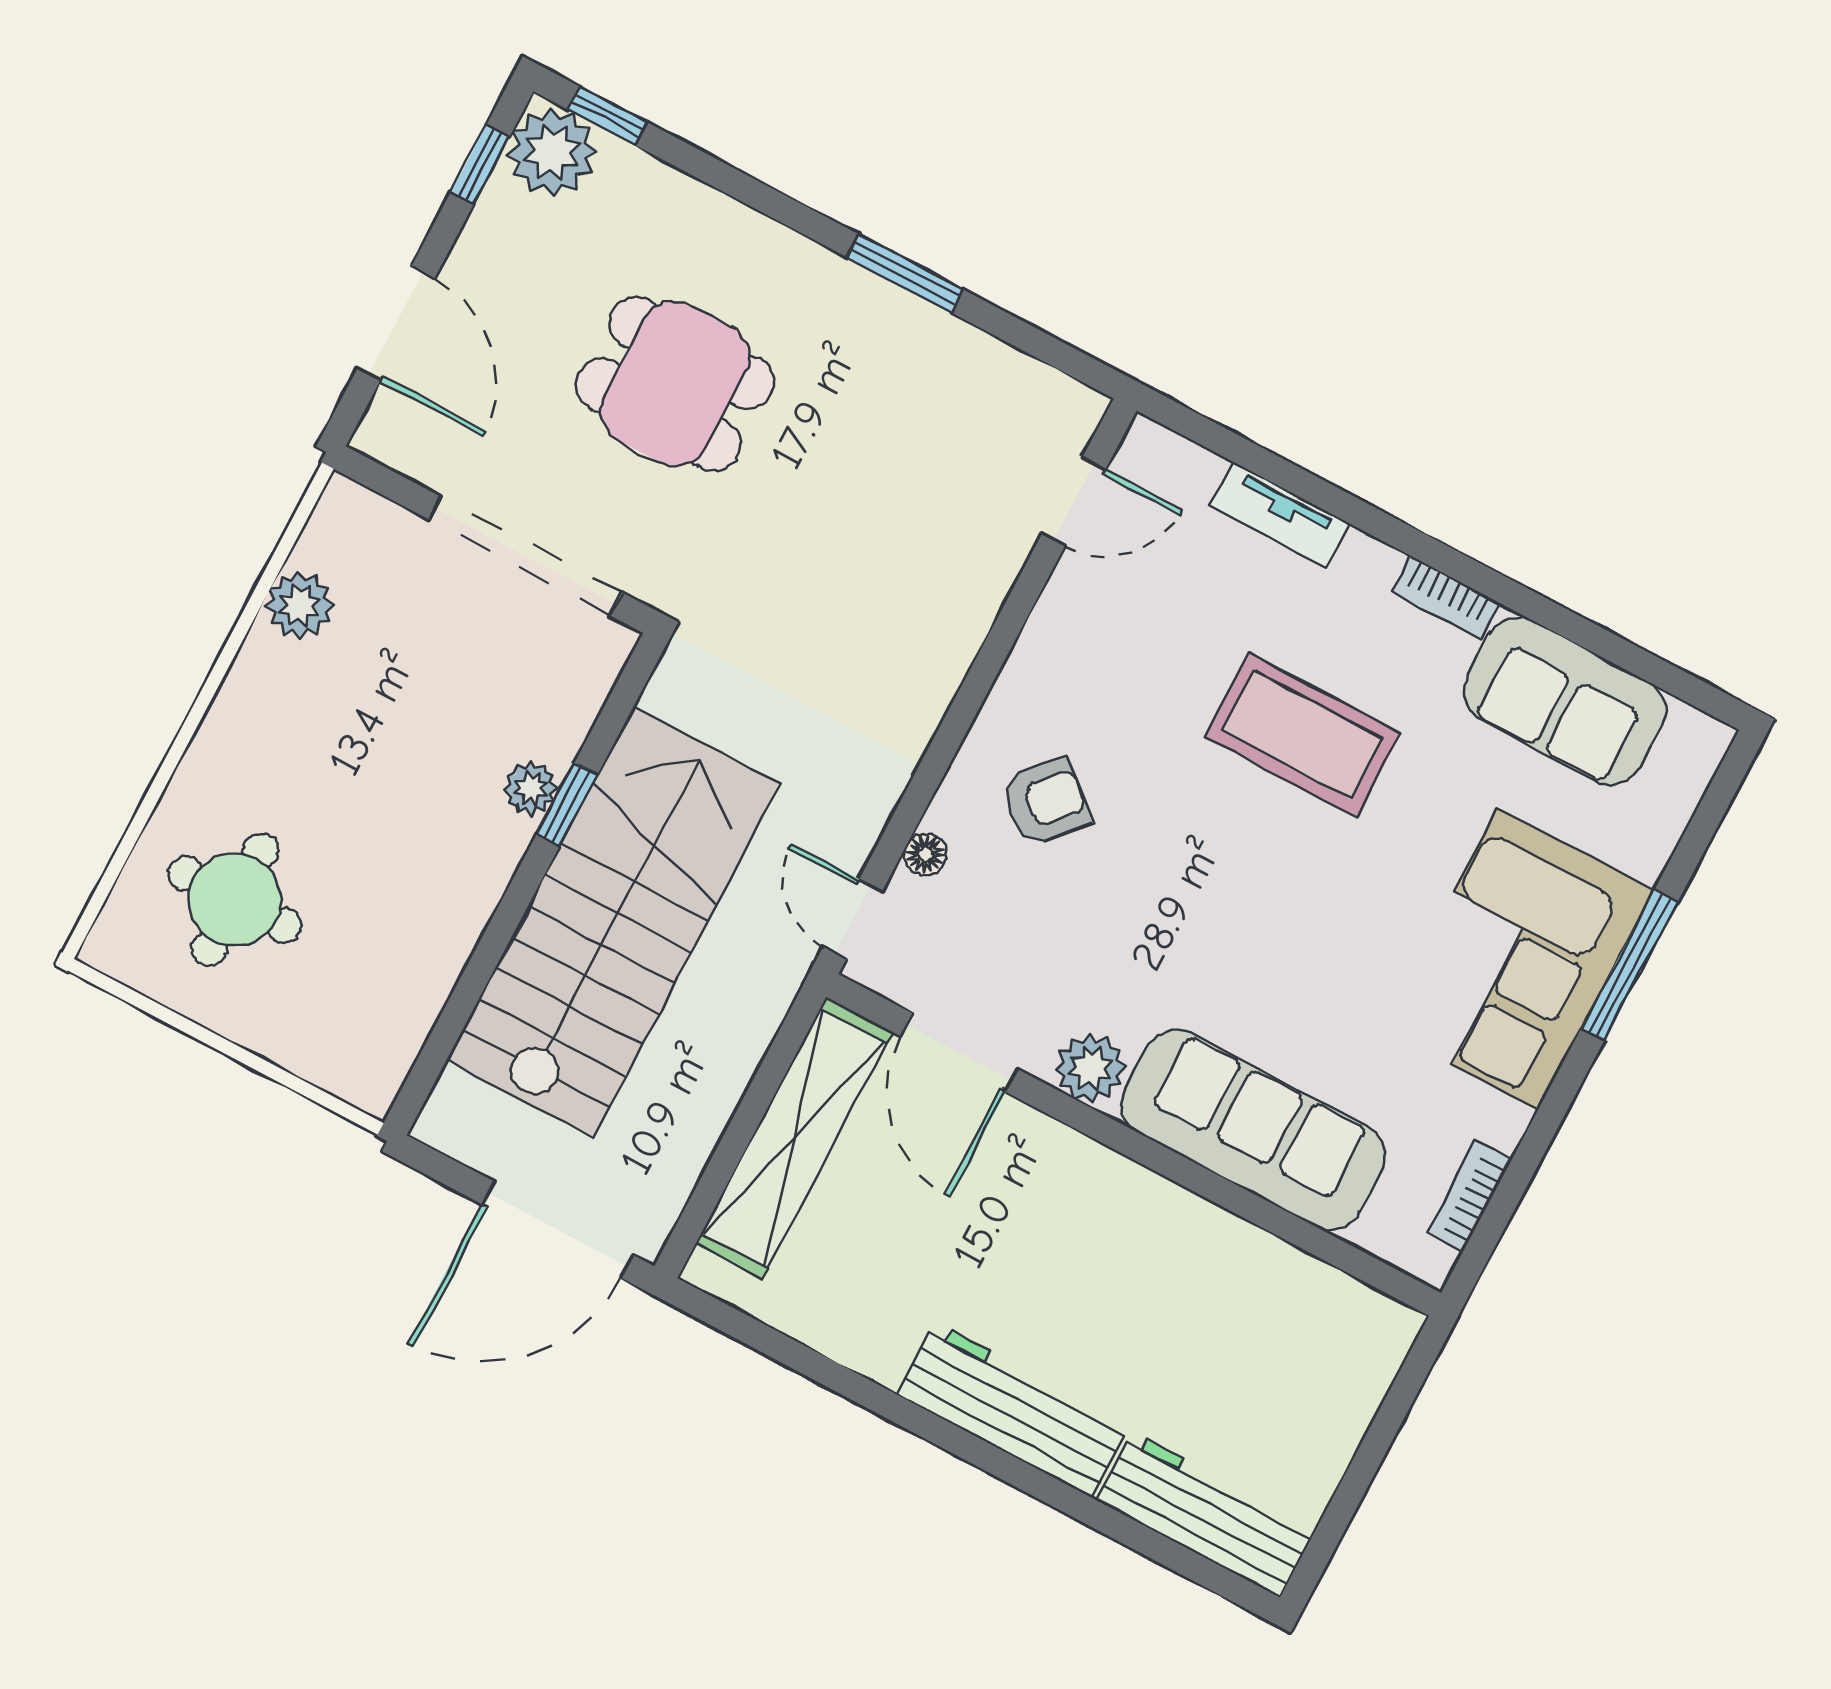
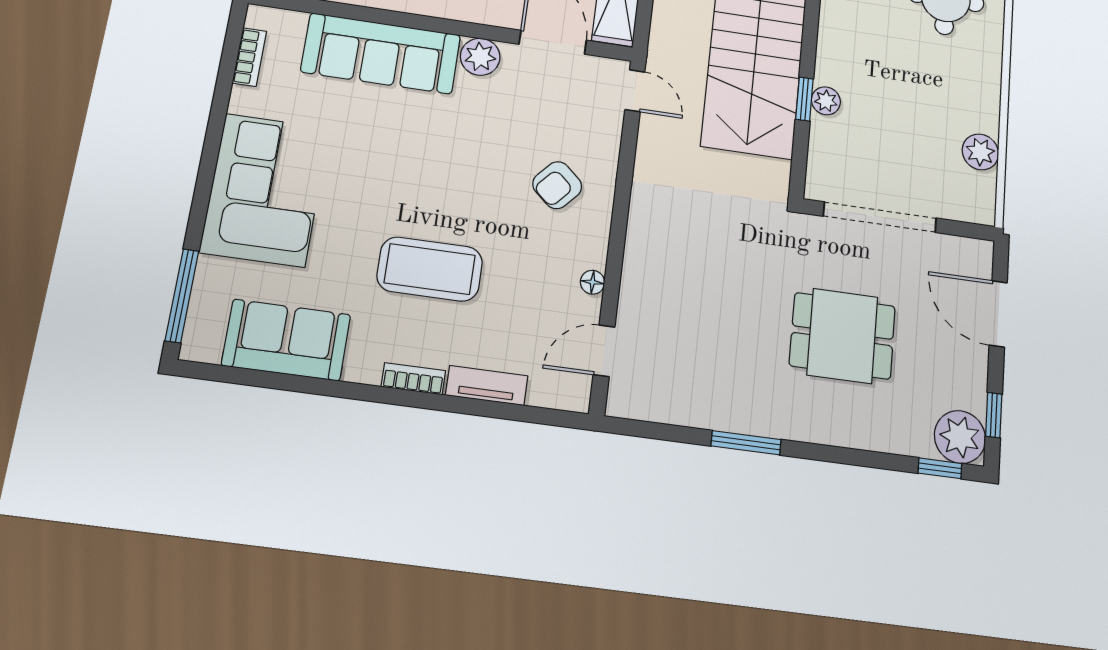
bookcase: (1446, 597) -> (413, 379), moved
floor lamp: (925, 854) -> (593, 282), moved
window: (1629, 965) -> (182, 296), moved

